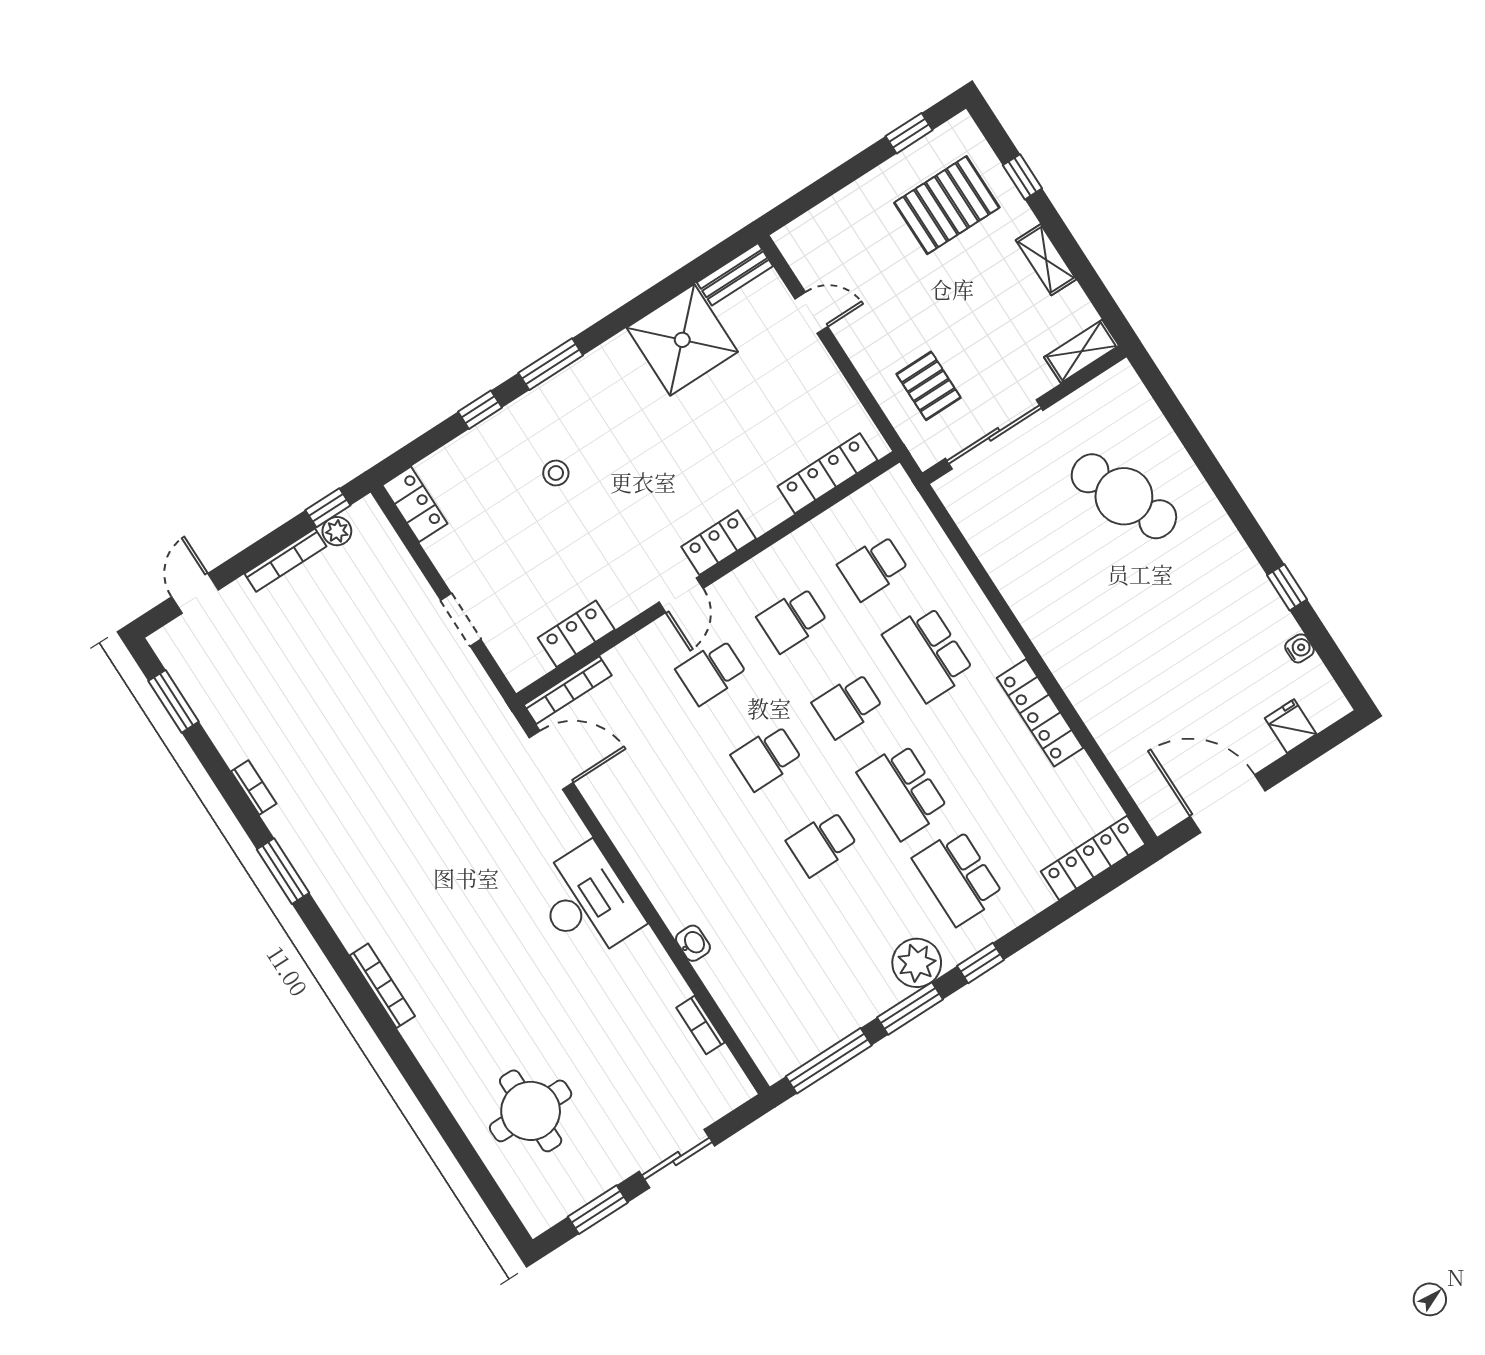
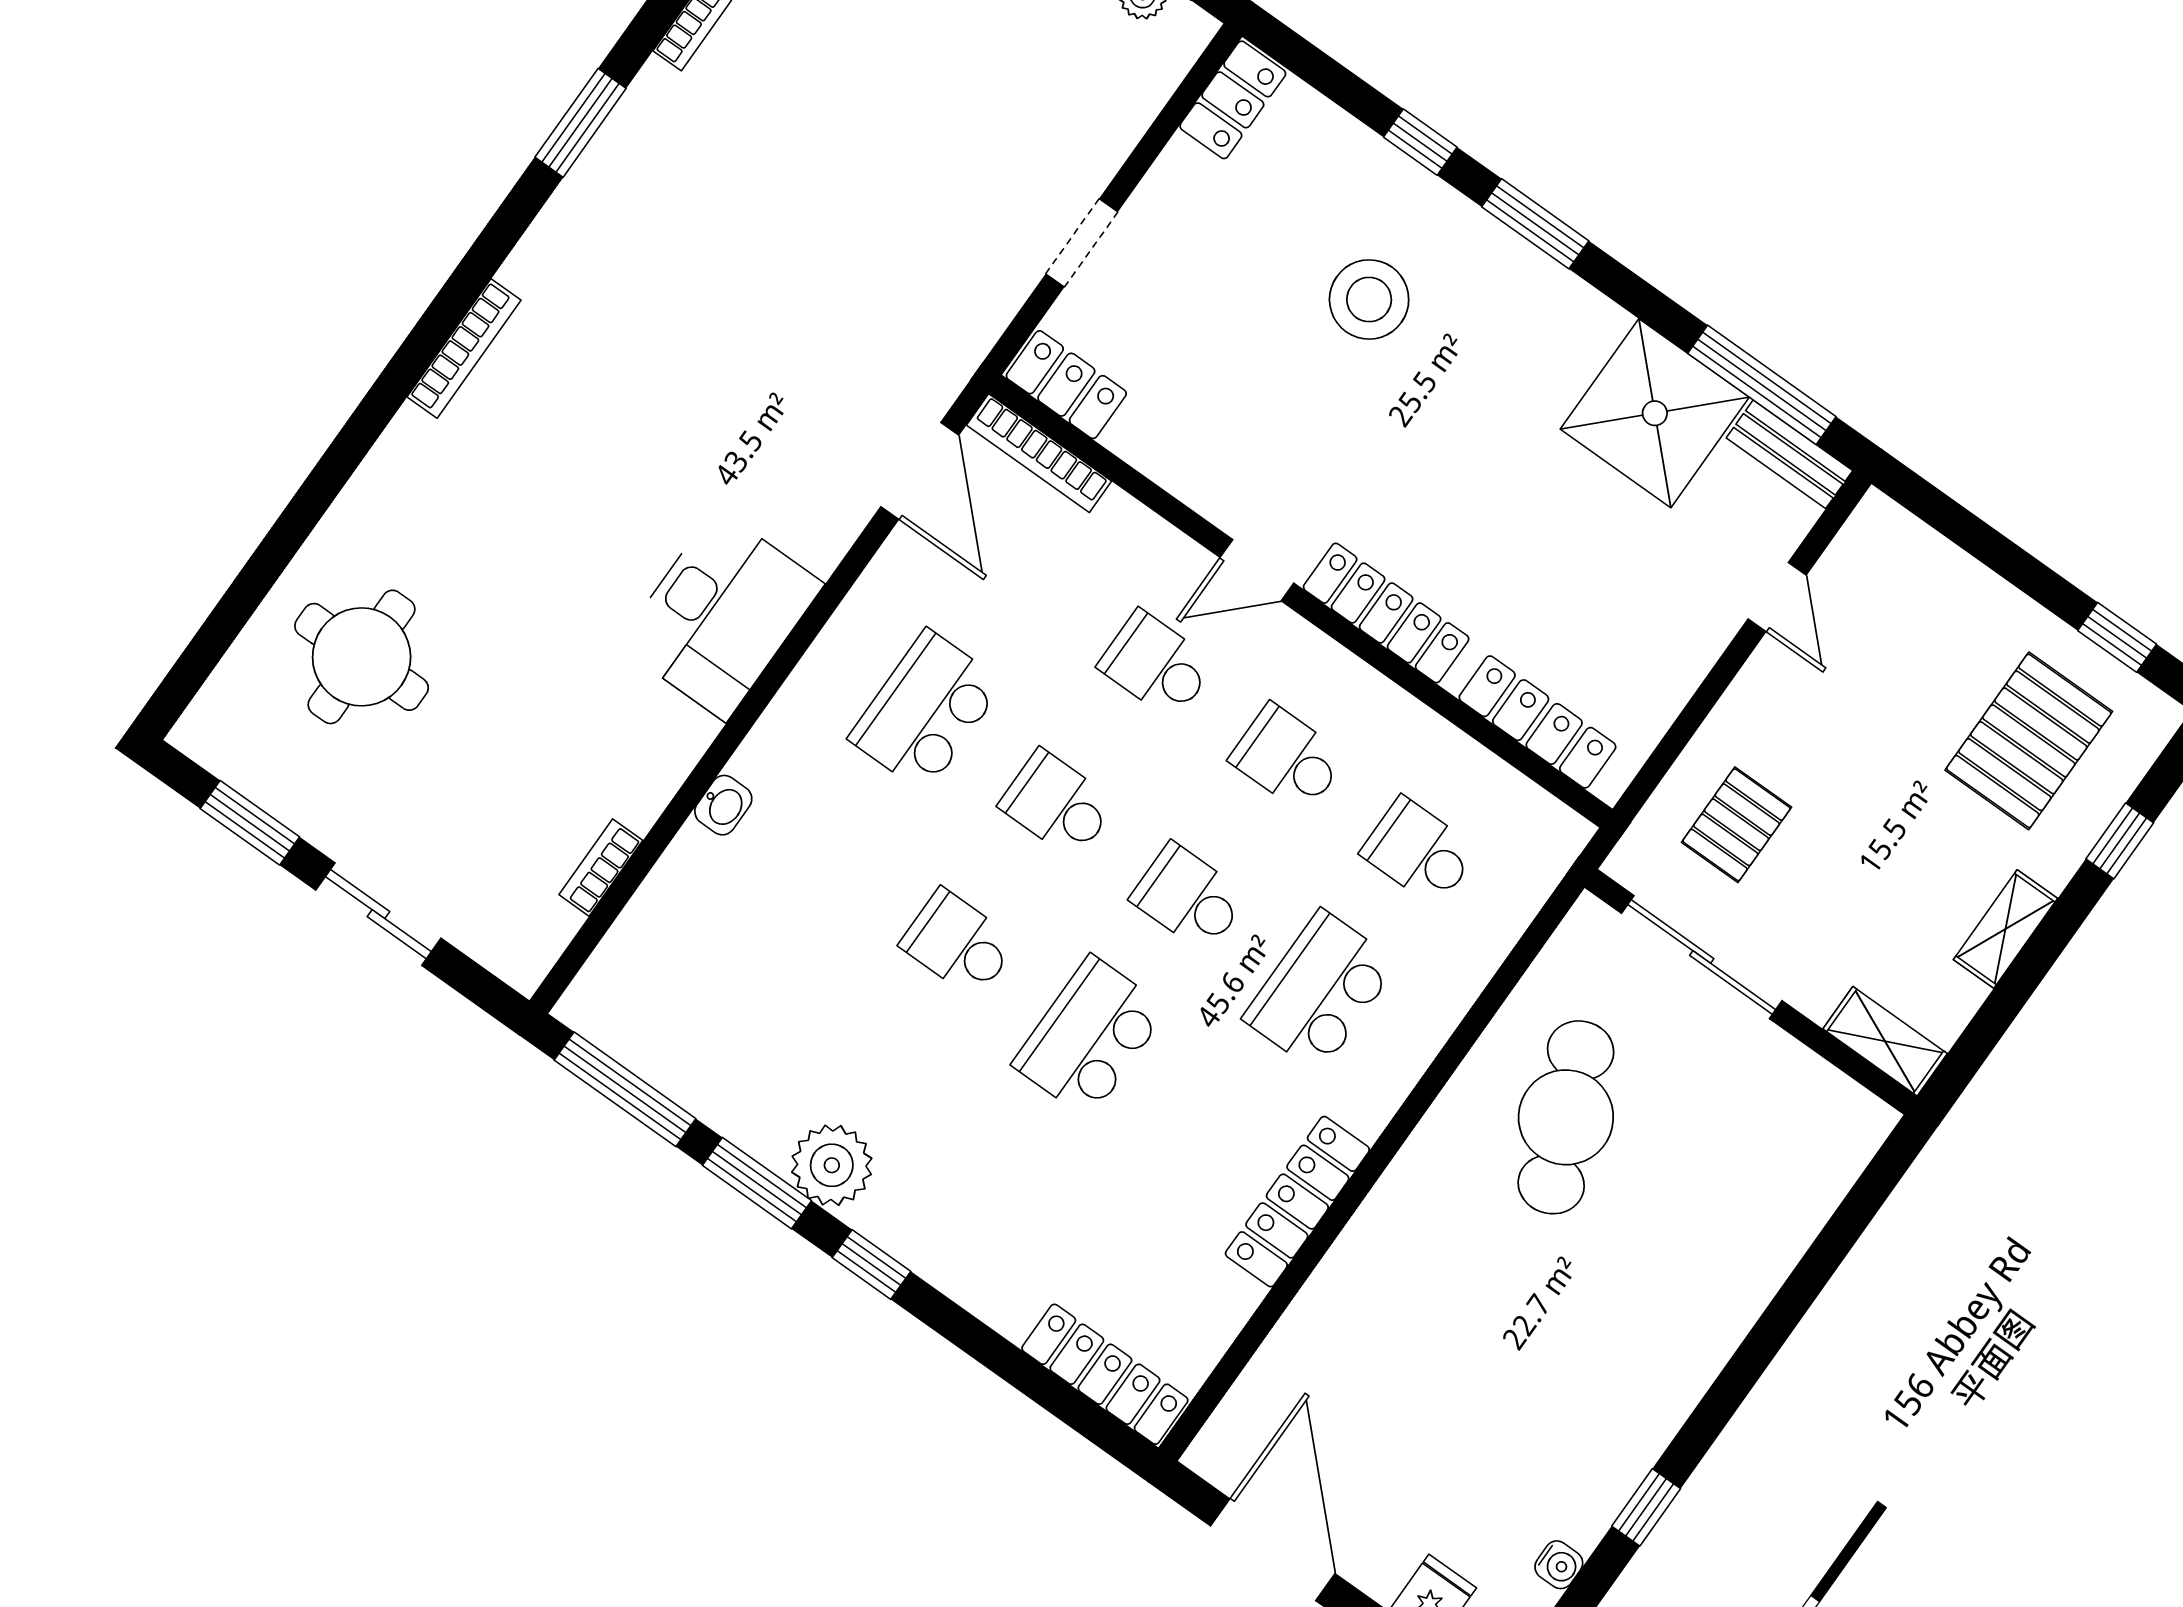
pallet: (947, 205) -> (2029, 741), turned 90
window: (690, 274) -> (1762, 385), added
stool: (556, 473) -> (1369, 299), width x1.89, depth x1.89
cafe table: (1124, 496) -> (1566, 1117), moved
locker: (719, 543) -> (1386, 613), width x1.53
locker: (576, 634) -> (1066, 385), moved
school desk: (958, 877) -> (926, 711), moved

